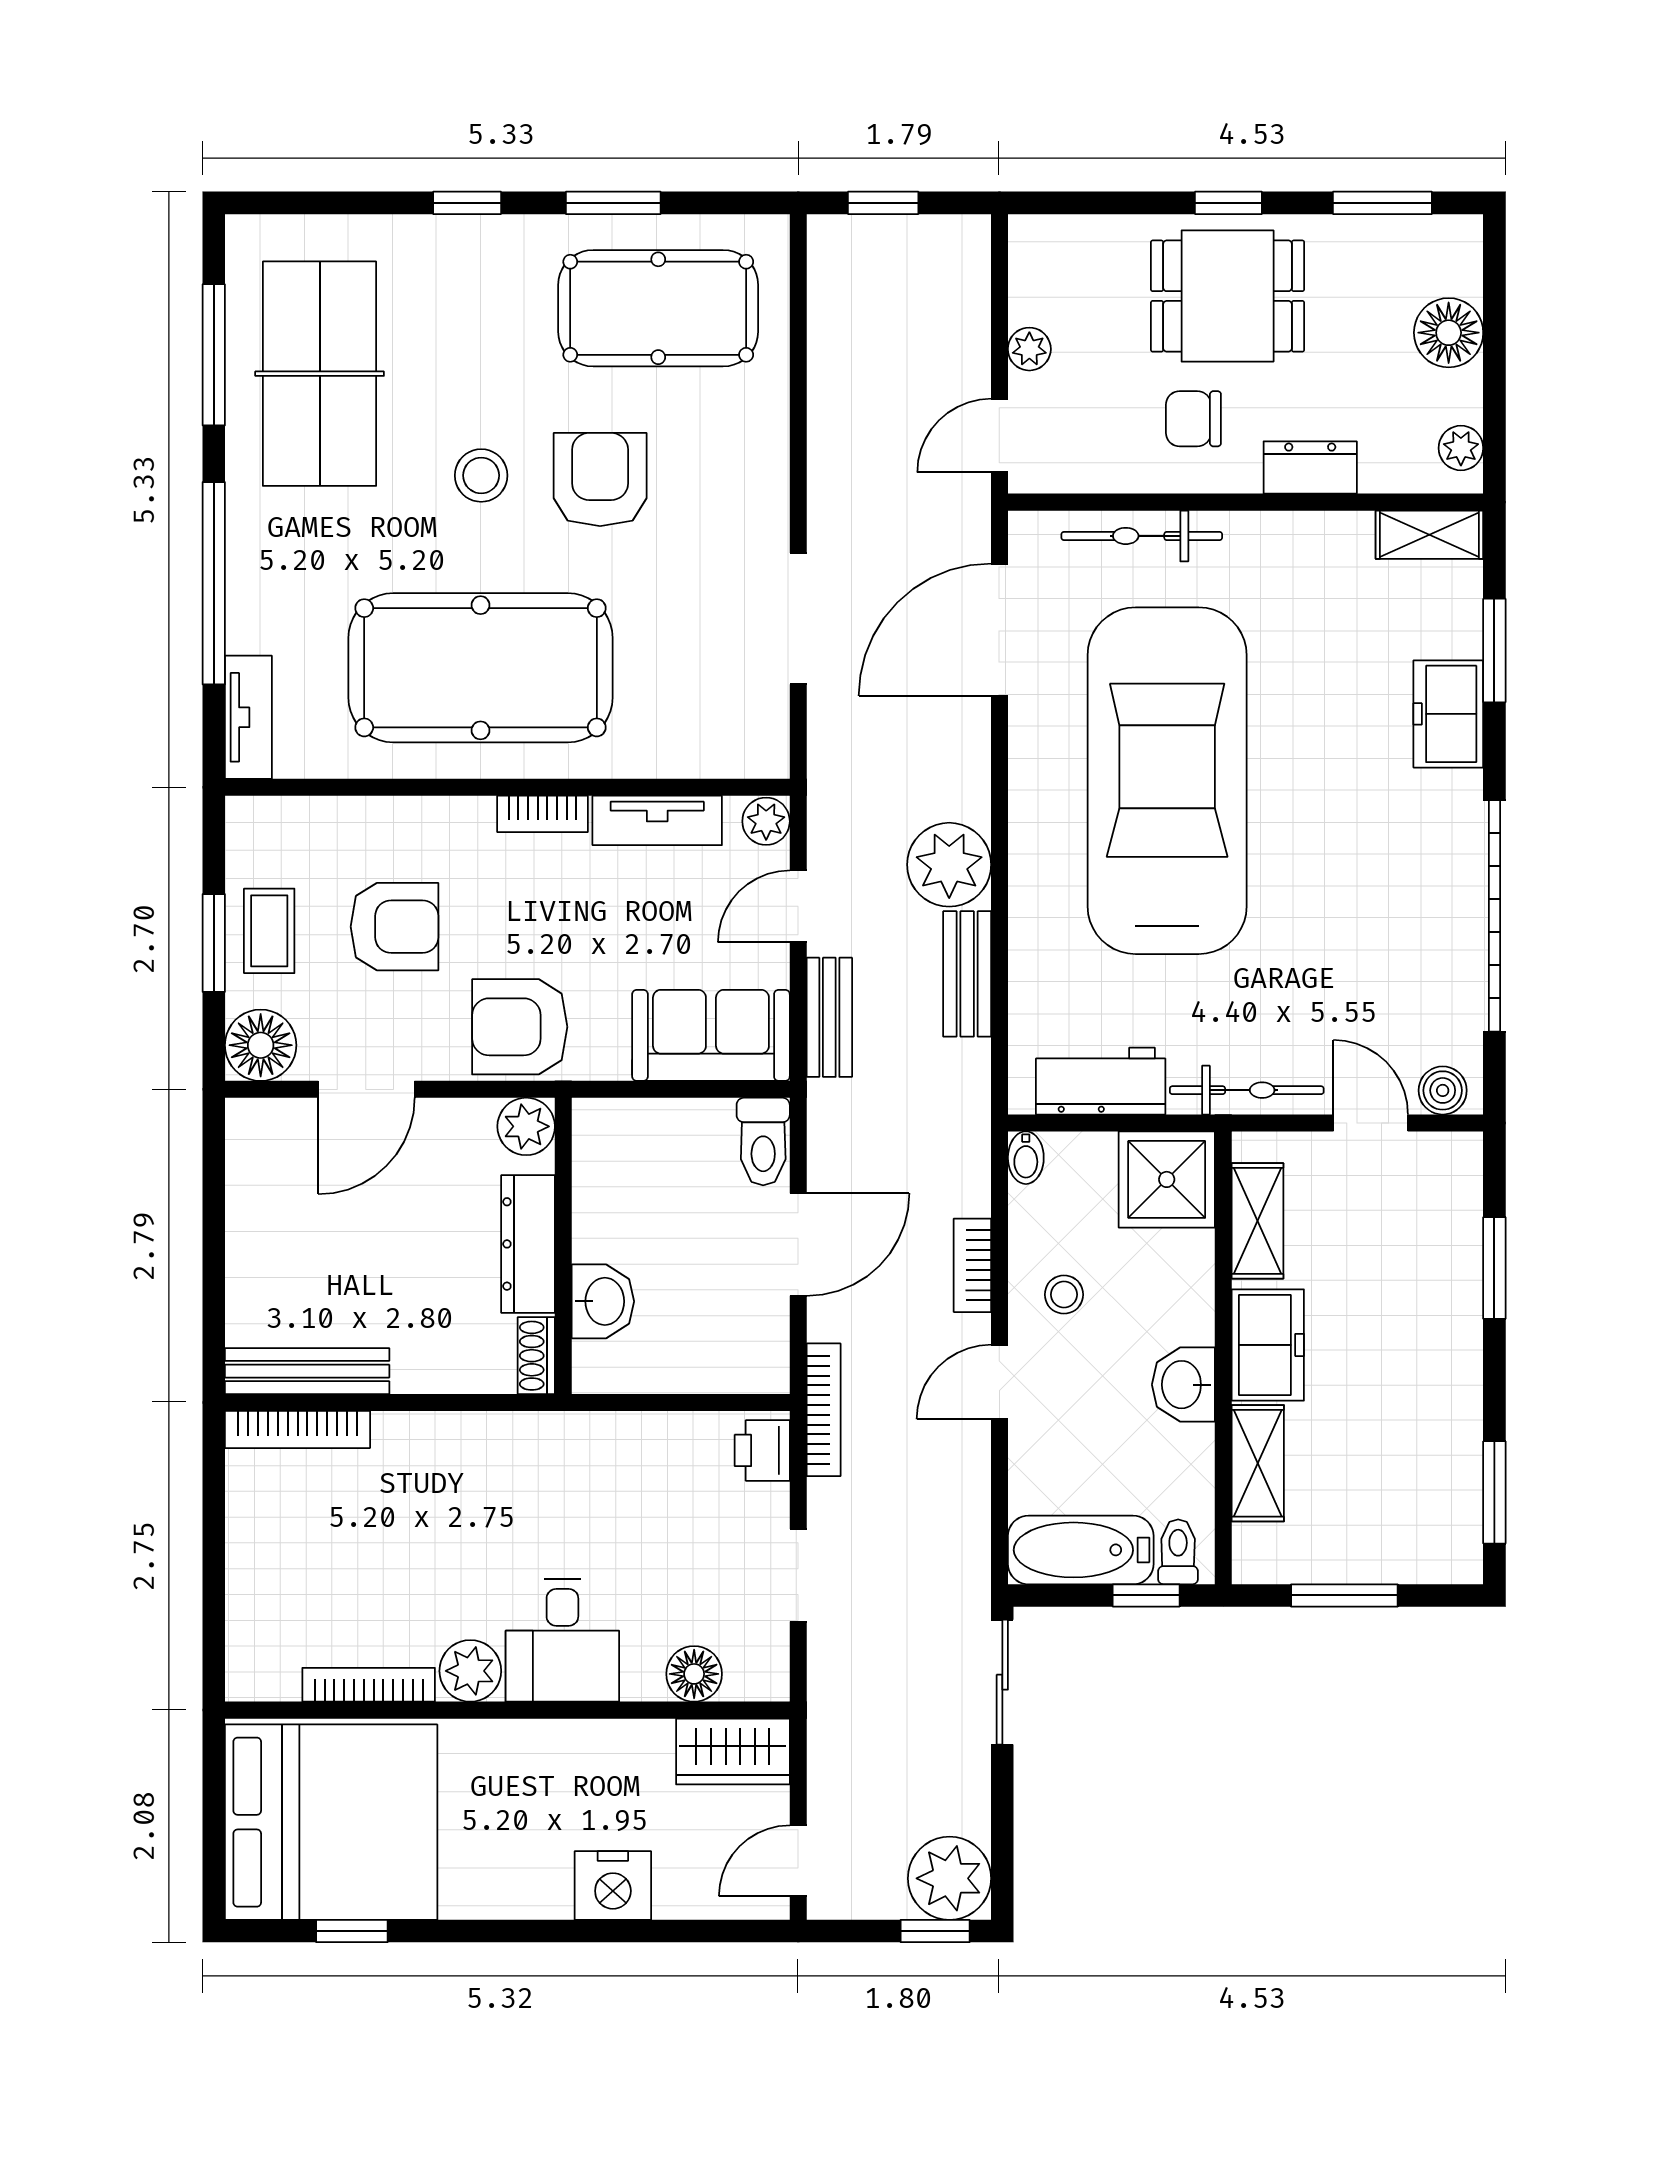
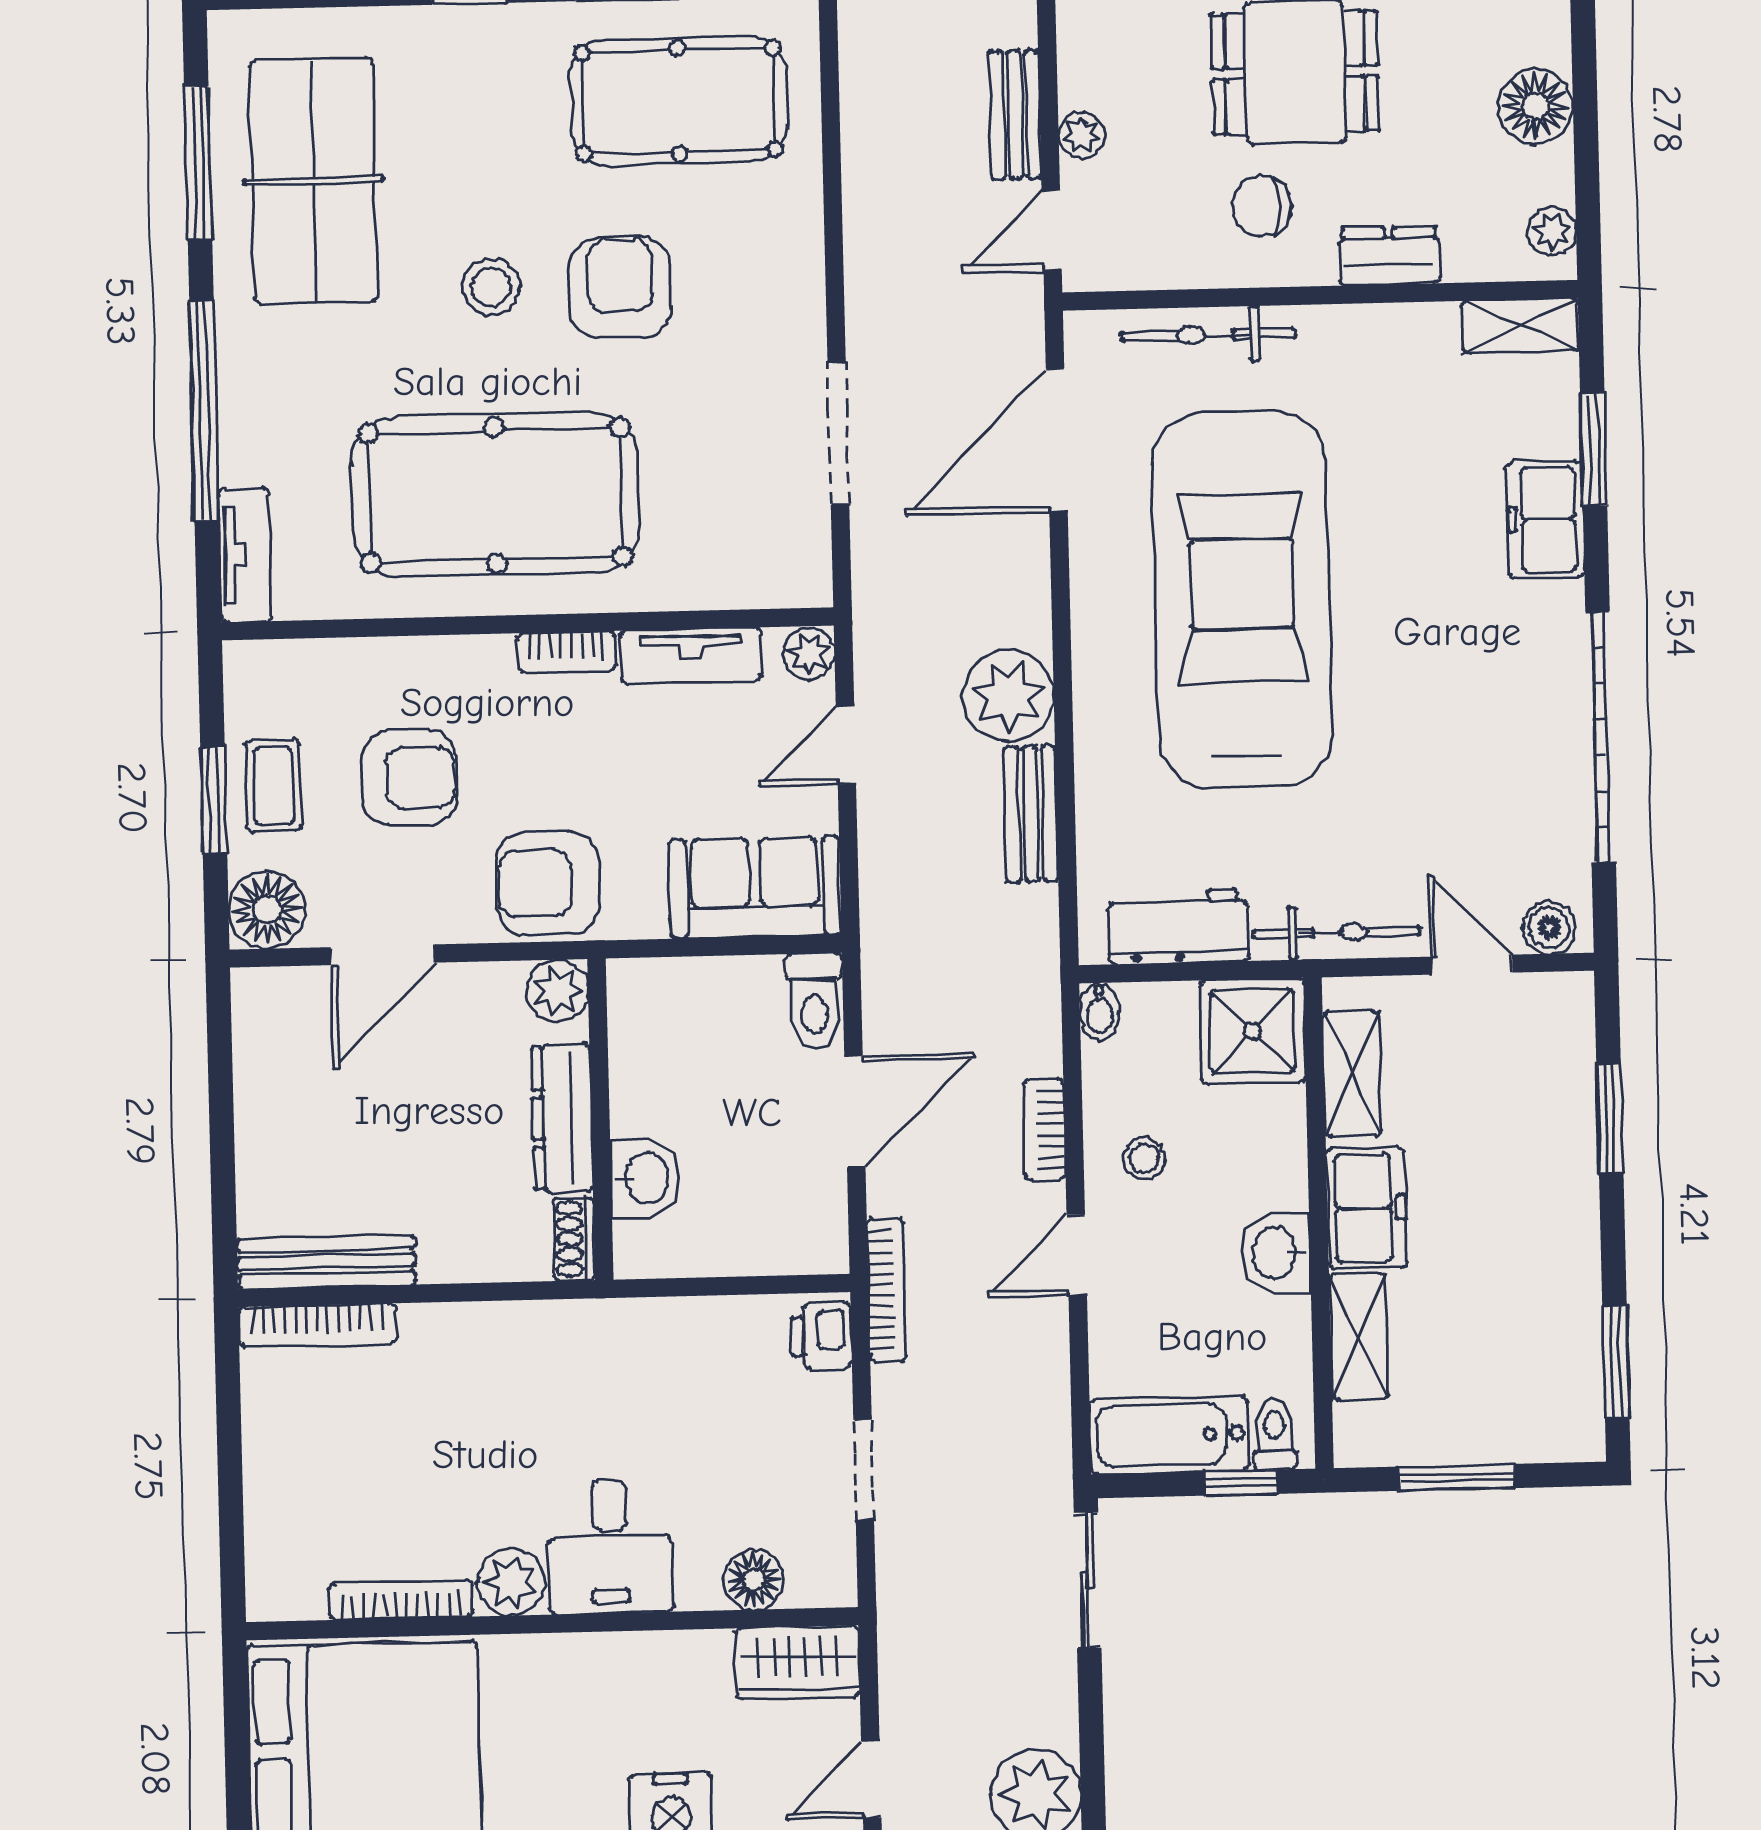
bench: (829, 1017) -> (1015, 115), moved

